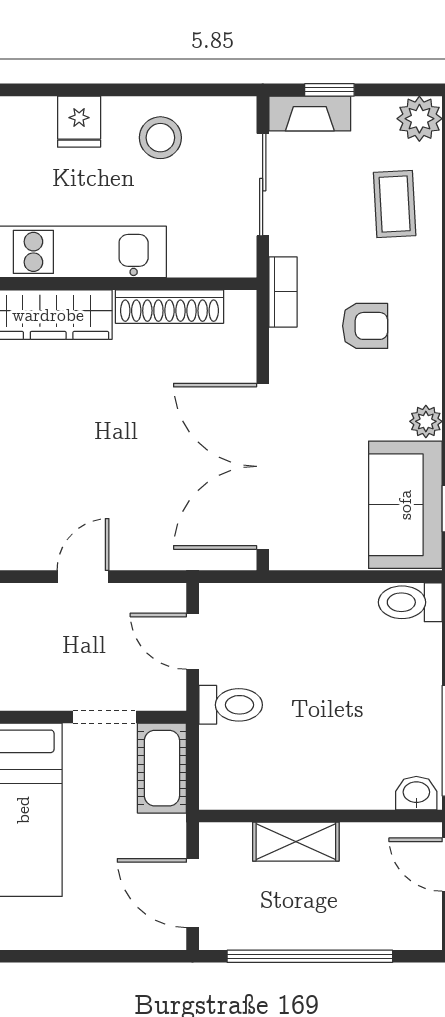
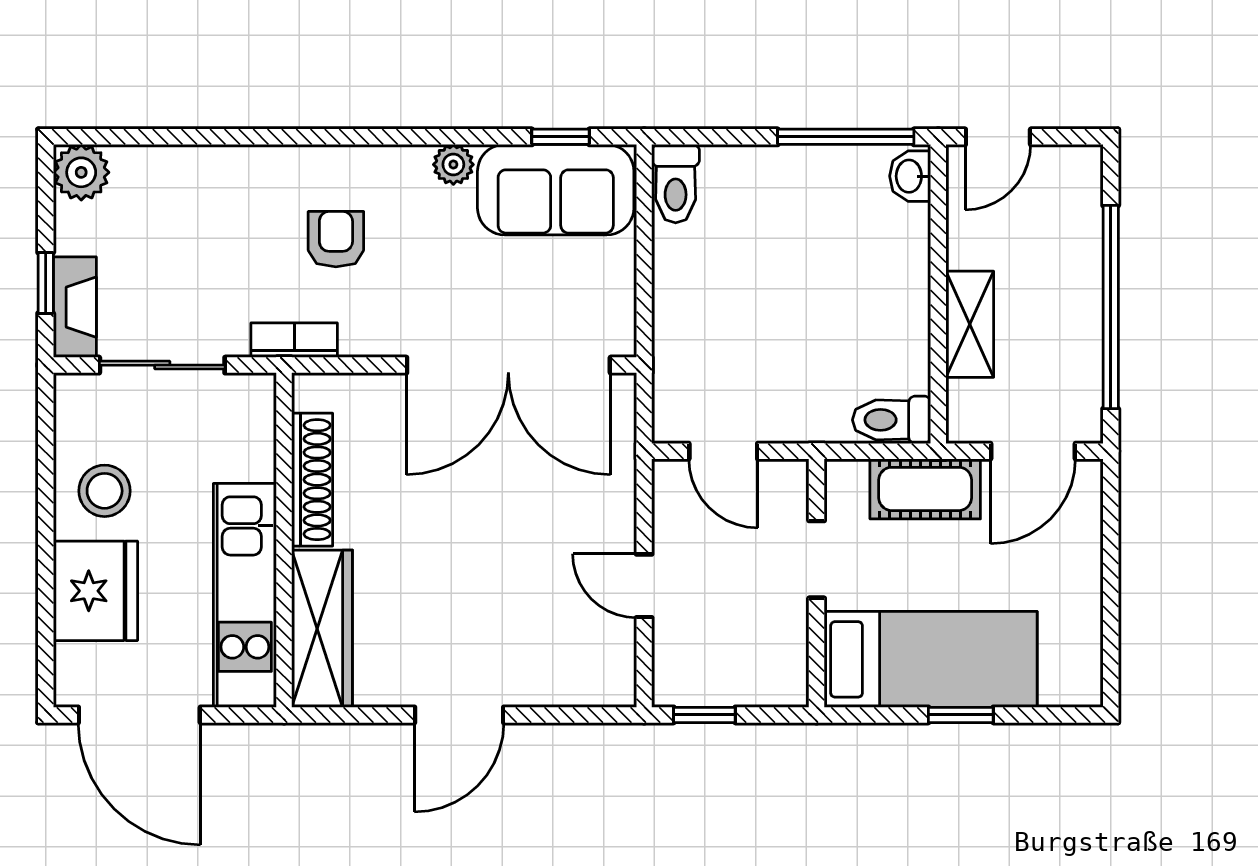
fridge: (79, 122) -> (95, 591), width x1.88, depth x1.34
coffee table: (395, 204) -> (186, 203), removed
door: (193, 641) -> (723, 451), hinge flipped
toilet: (231, 705) -> (892, 420), moved, turned -90
cot: (162, 768) -> (925, 489), moved

